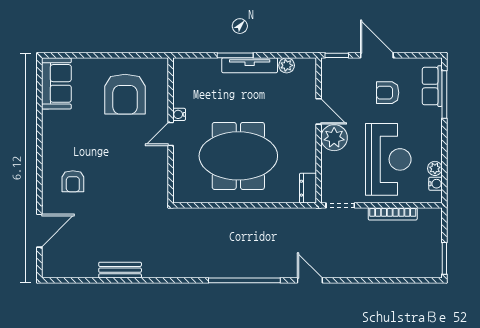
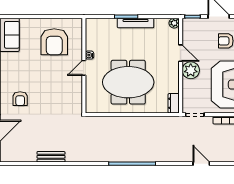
plant: (287, 65) -> (174, 23), moved
door: (310, 280) -> (201, 164), moved

